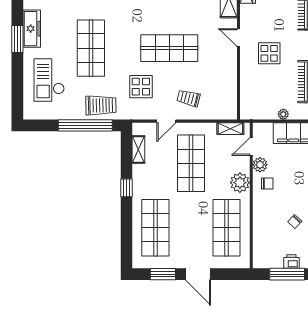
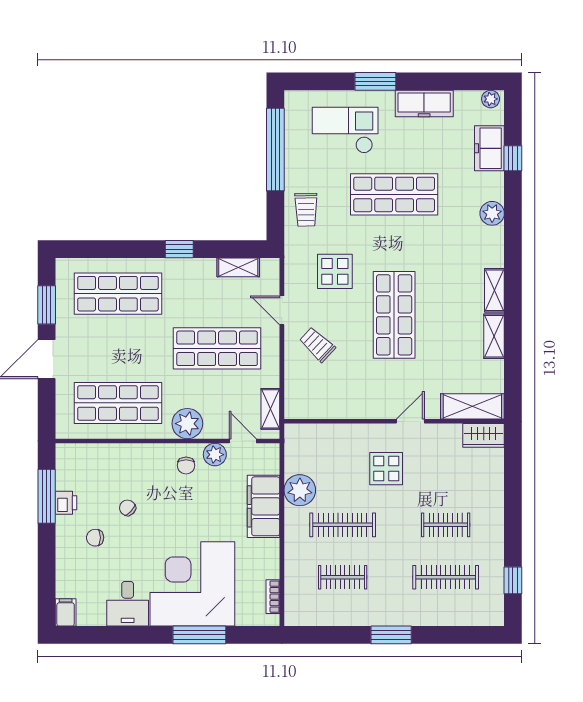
window: (17, 39) -> (375, 81), moved
trolley: (189, 98) -> (317, 345), turned -61
trolley: (101, 105) -> (306, 210), width x0.73, depth x0.72
plant: (283, 114) -> (300, 490), width x1.88, depth x1.88
window: (85, 125) -> (275, 150), moved

